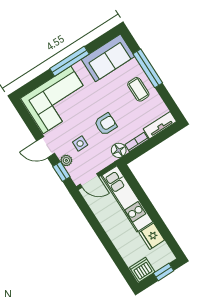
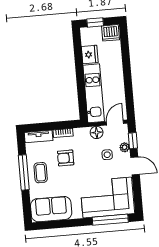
window: (69, 61) -> (110, 220), moved
window: (148, 68) -> (24, 172), moved
armchair: (106, 124) -> (66, 158), moved
floor lamp: (119, 150) -> (97, 132), moved
door: (89, 180) -> (115, 123), hinge flipped

